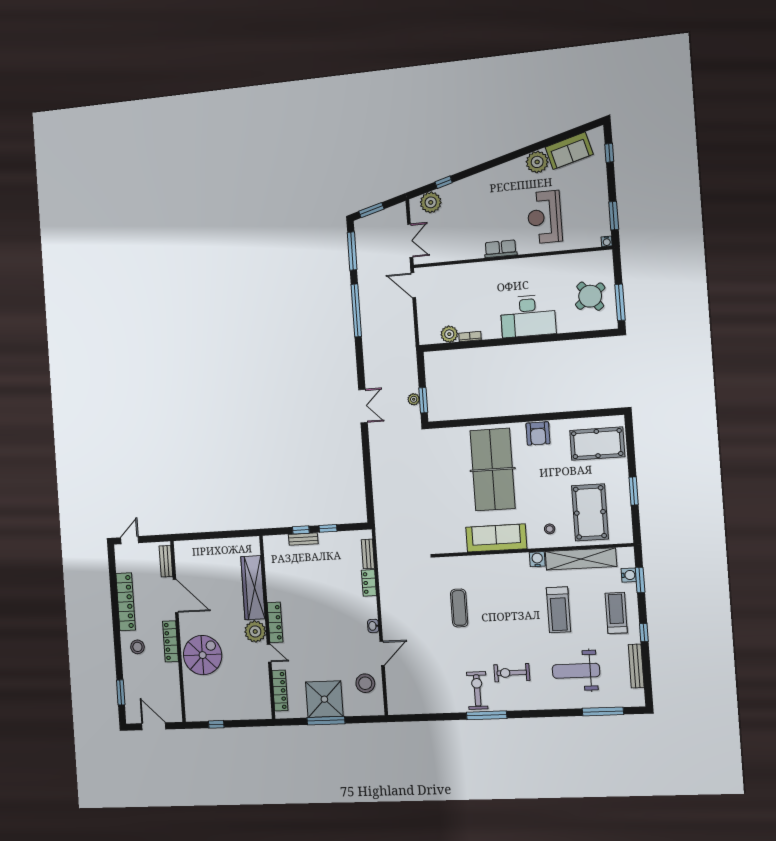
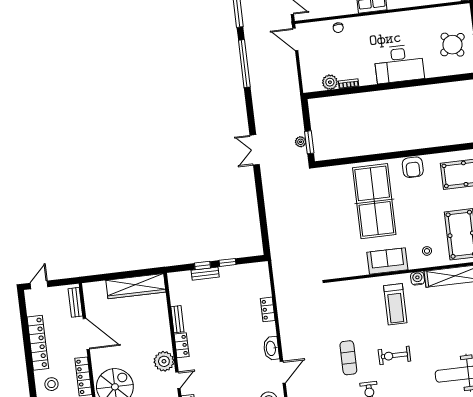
chair: (461, 273) -> (338, 28), added
double door: (363, 406) -> (255, 150), swing flipped
sofa: (496, 538) -> (387, 261), width x0.73
bench: (368, 554) -> (177, 319), moved
wardrobe: (253, 588) -> (136, 286), moved, turned -90
exercise mat: (459, 608) -> (348, 358), moved
treadmill: (559, 610) -> (395, 304), moved
locker: (275, 622) -> (182, 345), width x0.66
washbasin: (373, 626) -> (271, 348), width x1.91, depth x1.45
door: (269, 653) -> (178, 380), hinge flipped
exercise bike: (512, 673) -> (394, 355), moved

